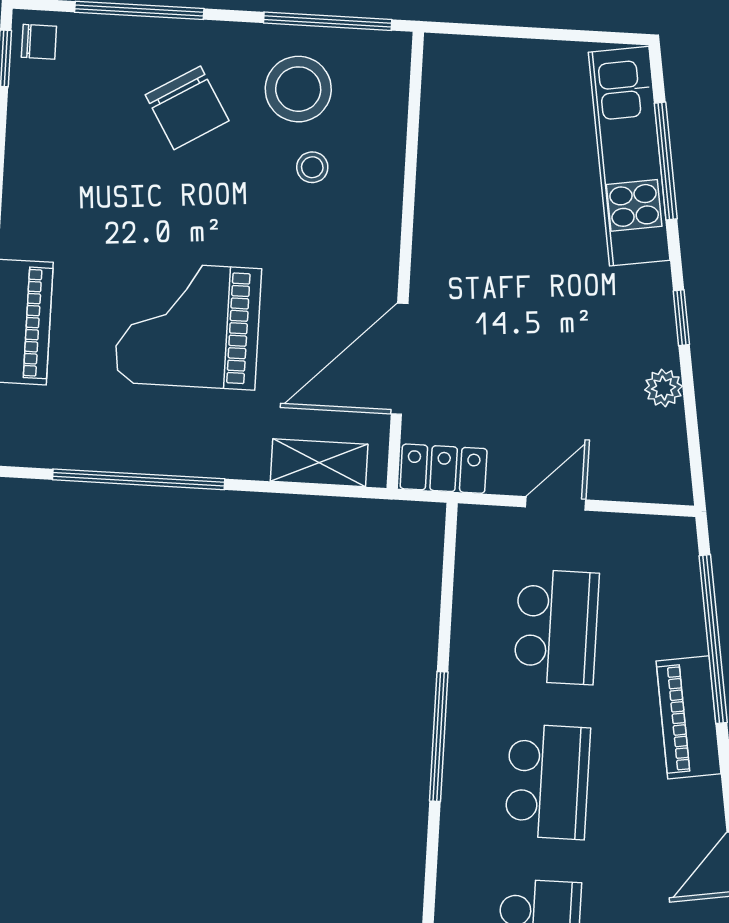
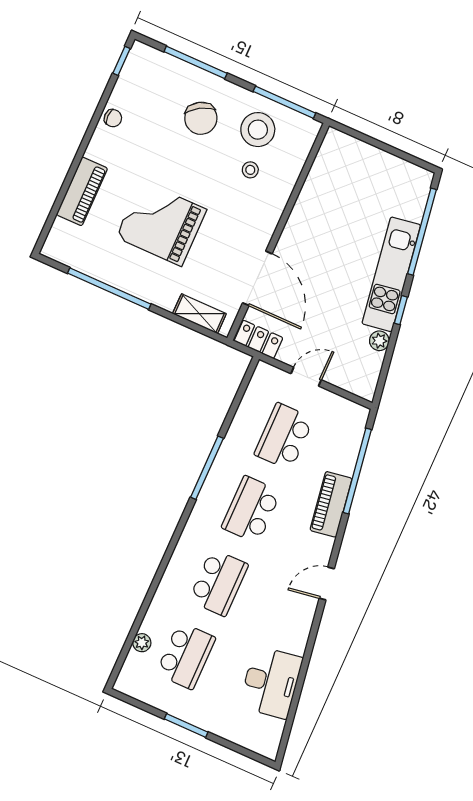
chair: (39, 42) -> (113, 118), moved
kitchen unit: (629, 156) -> (391, 274), moved
window: (666, 161) -> (422, 232), width x1.46
door: (400, 359) -> (257, 278), swing flipped
school desk: (556, 627) -> (284, 436), turned 180
school desk: (548, 782) -> (251, 510), turned 180

